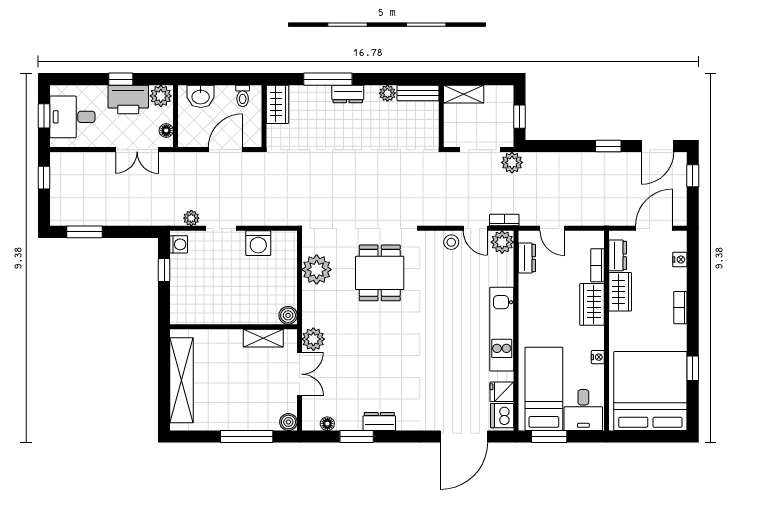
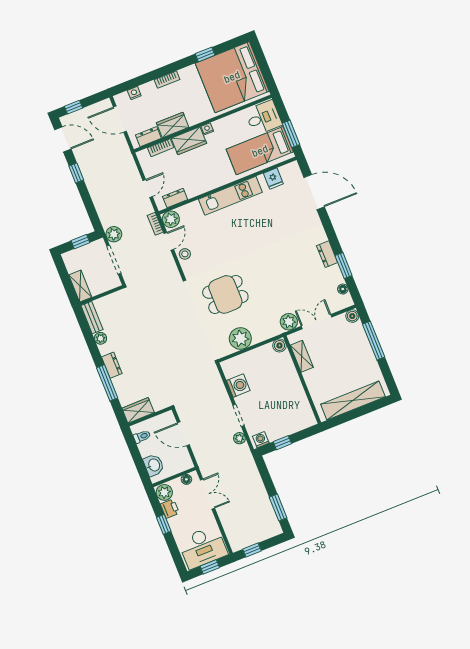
printer: (128, 99) -> (170, 509), width x0.53, depth x0.68
desk: (72, 117) -> (203, 547), width x1.37
nightstand: (598, 357) -> (207, 129), moved
dishwasher: (502, 416) -> (289, 172), removed

